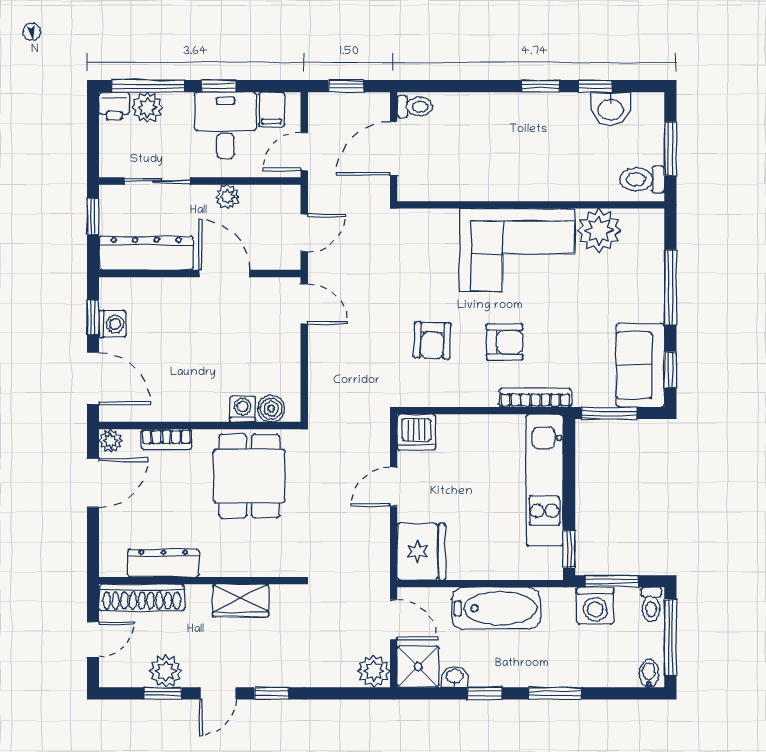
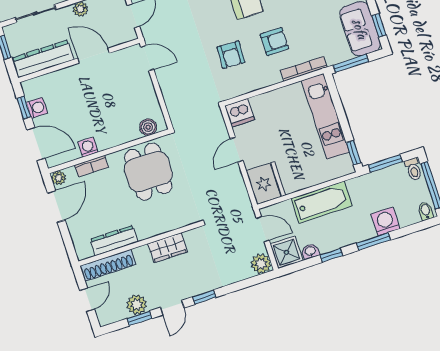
washing machine: (243, 409) -> (88, 147), moved
washing machine: (595, 606) -> (385, 221), moved, turned 180

